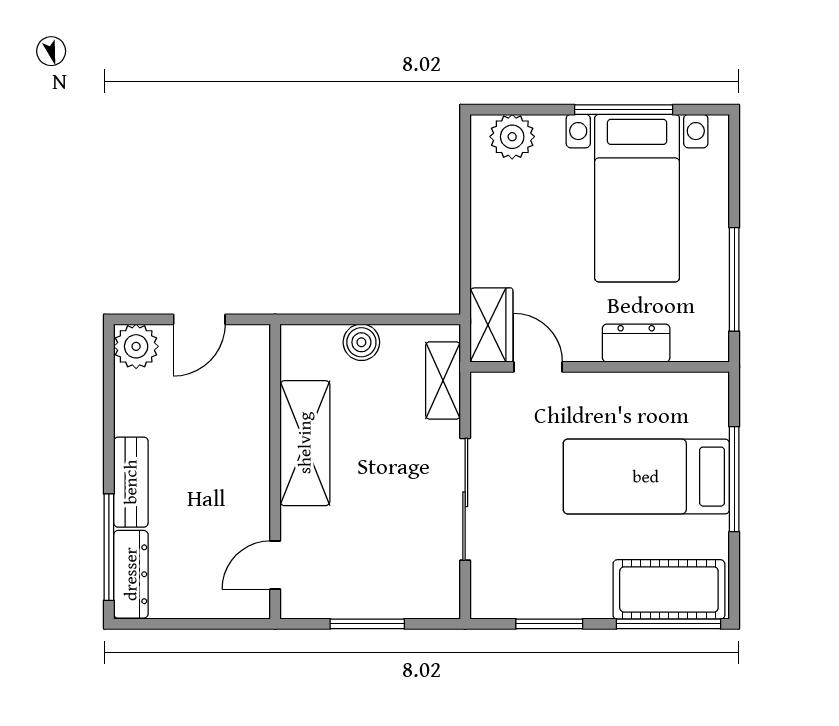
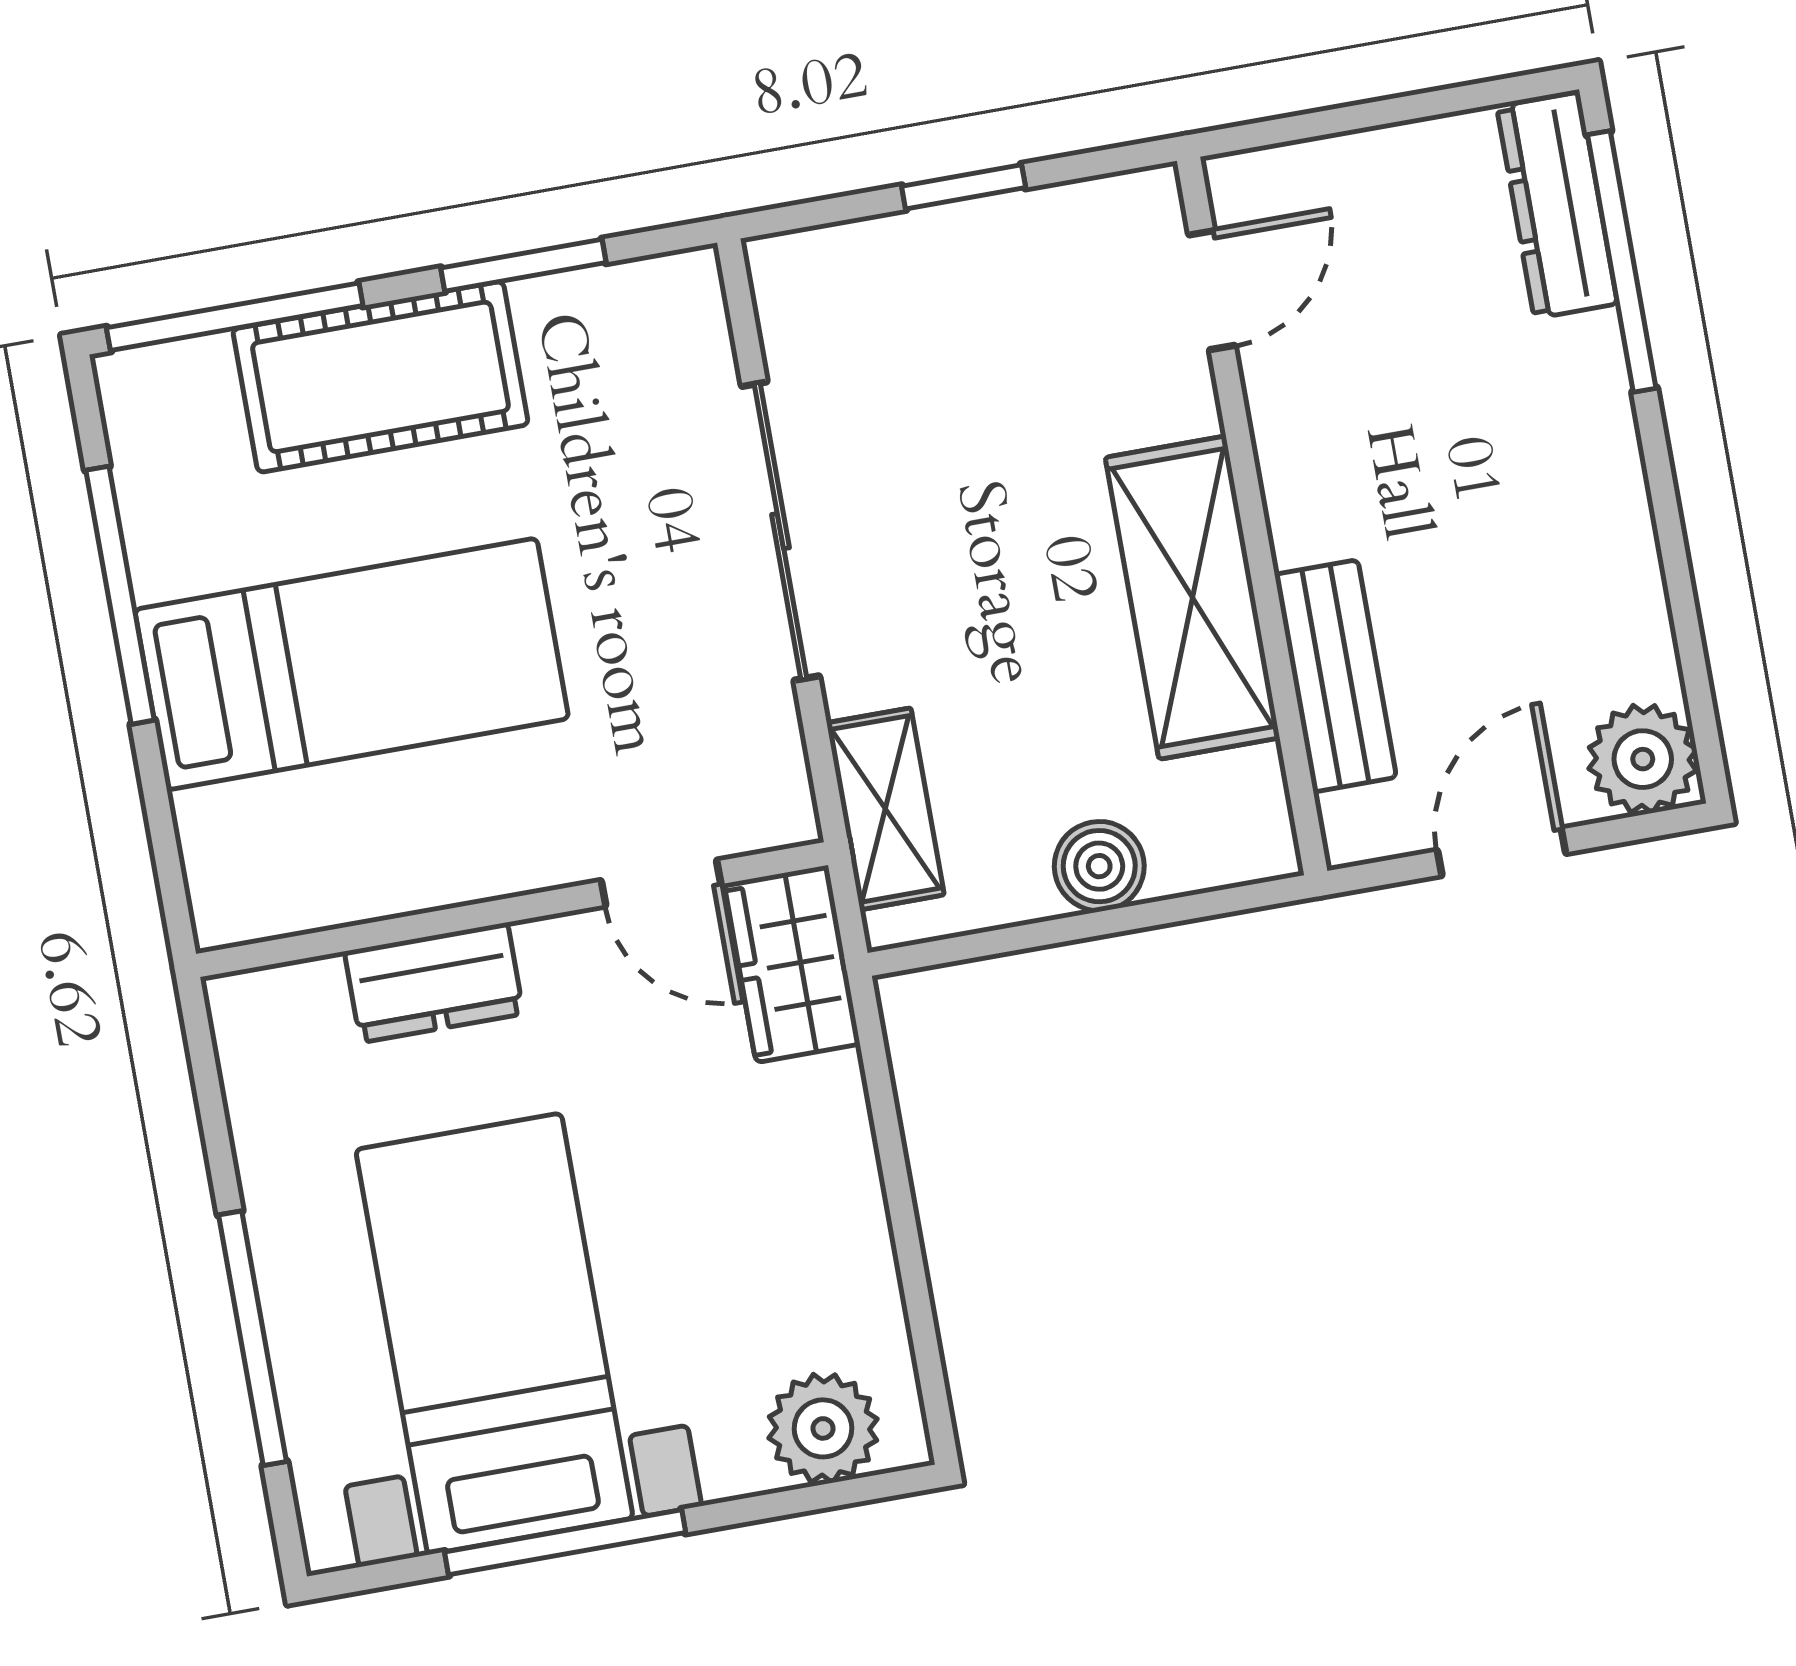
window: (734, 279) -> (252, 1338), moved
window: (734, 479) -> (120, 595), moved
bench: (131, 482) -> (1335, 676), moved
cot: (669, 589) -> (380, 377), moved
window: (367, 624) -> (964, 187), width x0.67

